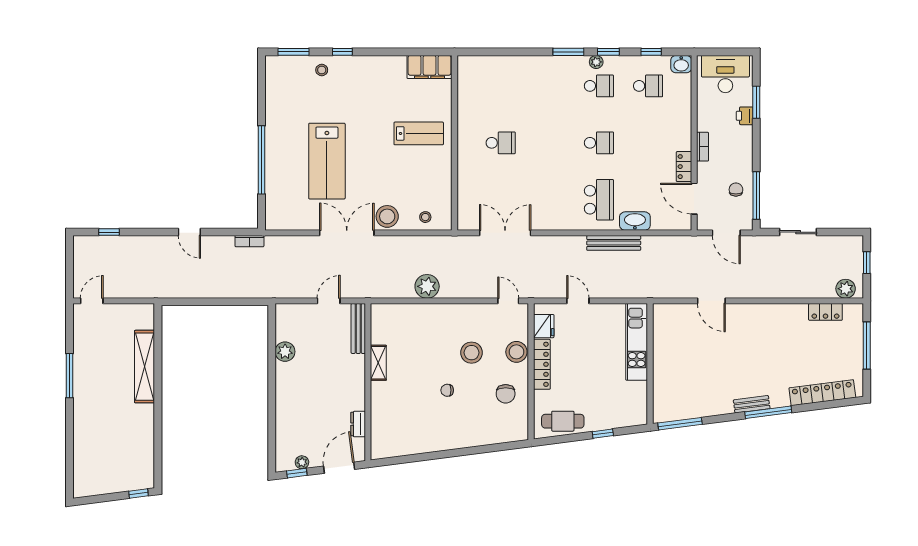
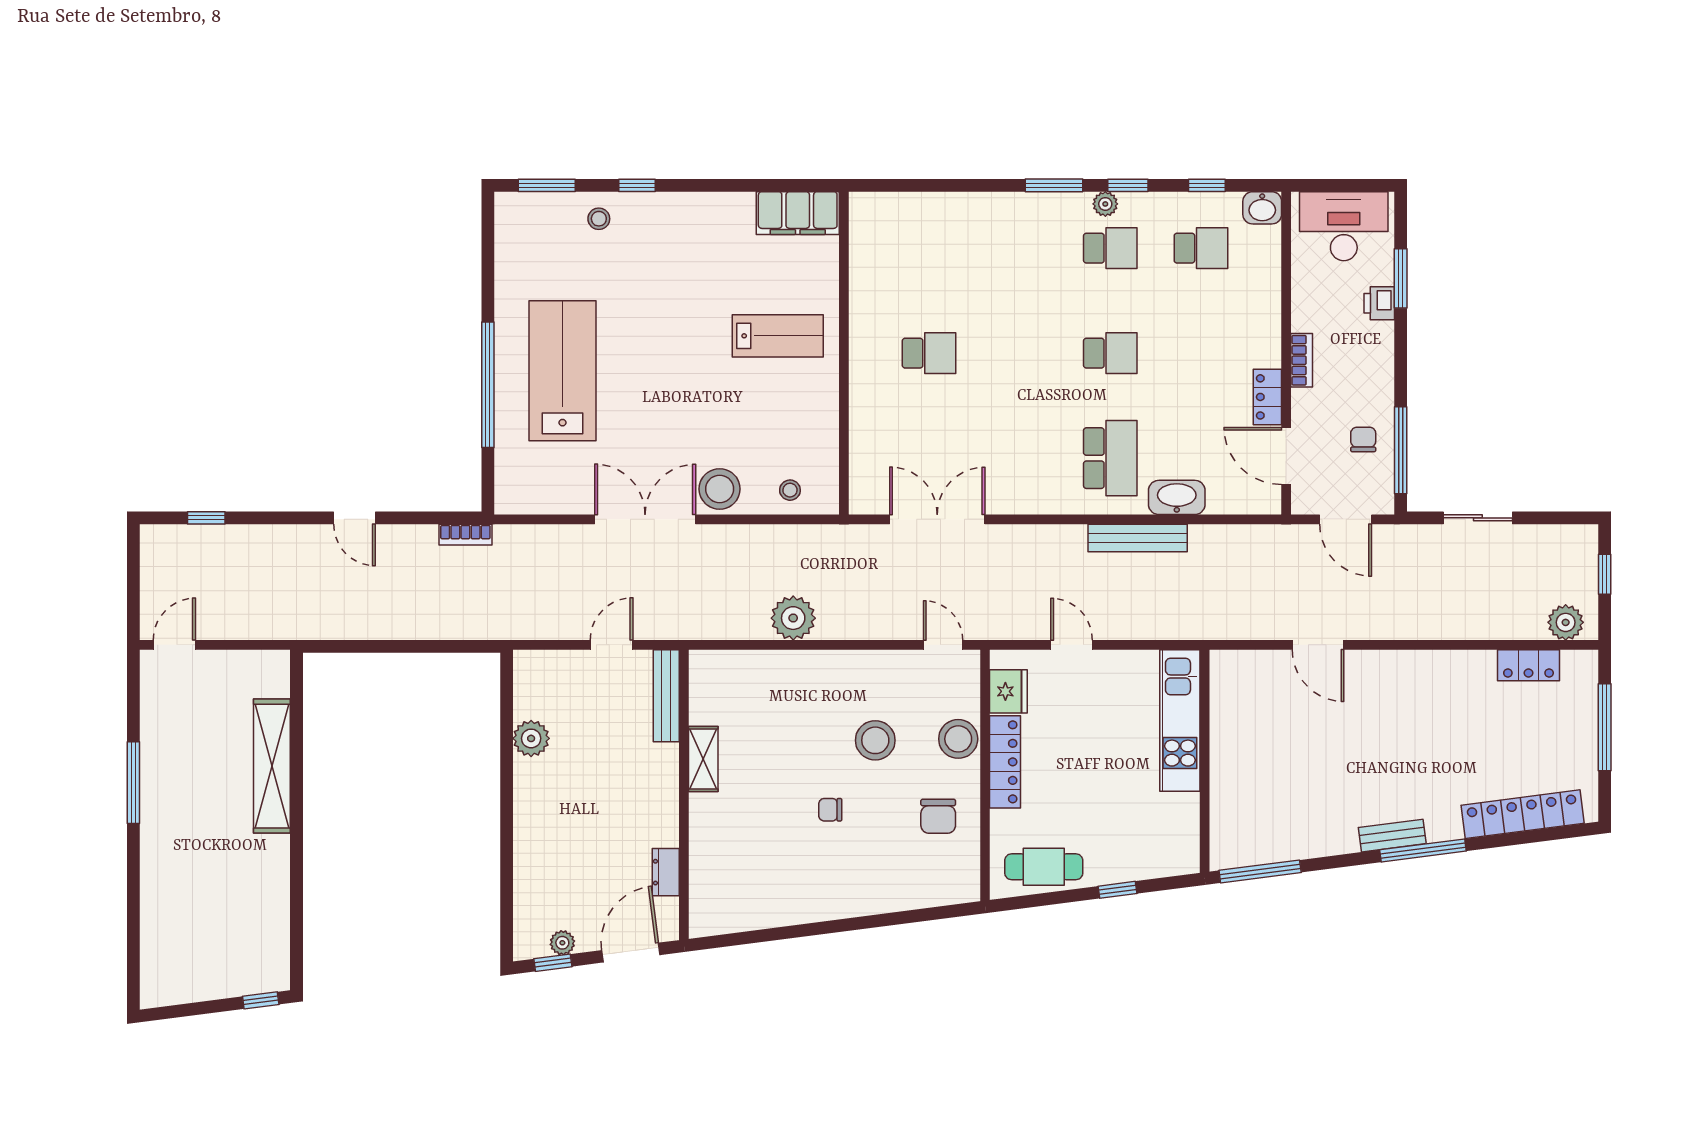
lab bench: (327, 161) -> (562, 371), moved, turned 180

